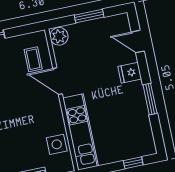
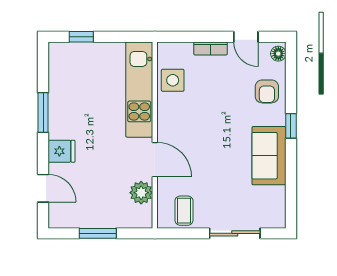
plant: (59, 36) -> (141, 193), moved
coffee table: (33, 59) -> (184, 211), moved

